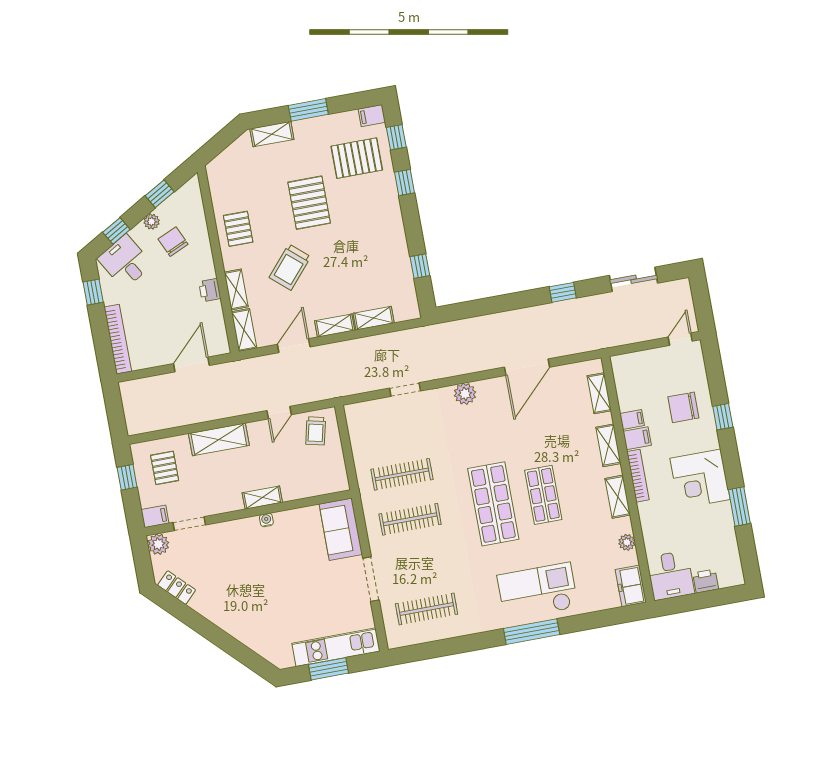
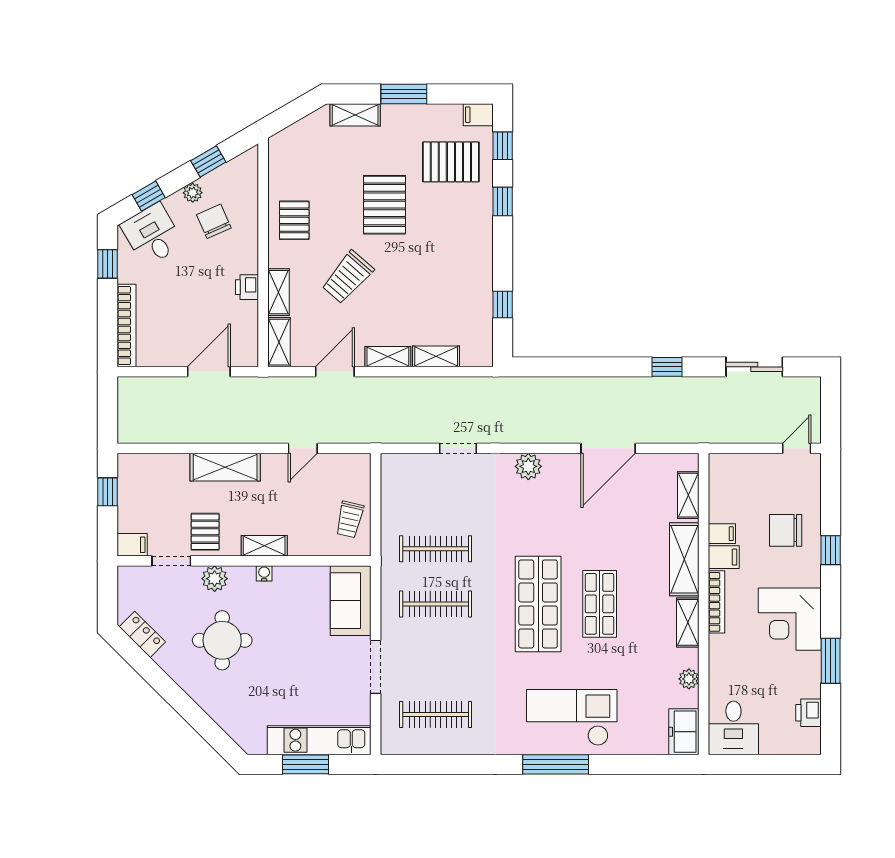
trolley: (316, 431) -> (350, 519), moved
shelving: (608, 445) -> (684, 559), width x1.50, depth x1.33
pallet: (165, 468) -> (205, 532), moved
plant: (158, 544) -> (215, 579), moved
round table: (242, 581) -> (222, 640), added
printer: (706, 581) -> (808, 713), moved, turned -90

